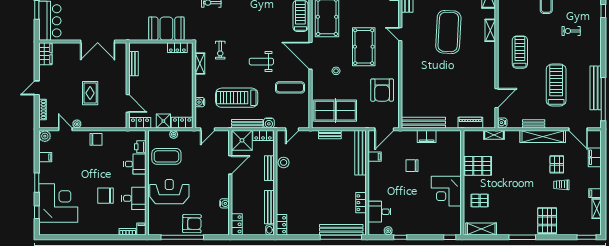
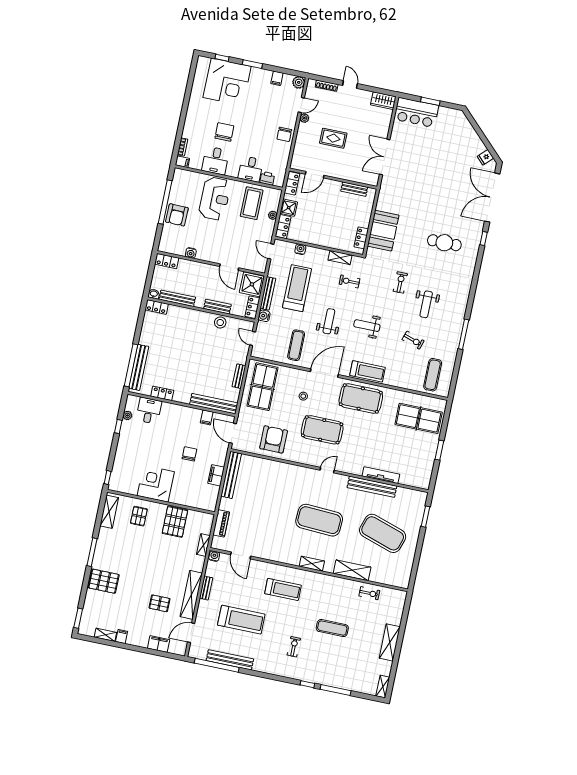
weight bench: (258, 25) -> (367, 326), added
armchair: (382, 90) -> (274, 439), turned 90
trolley: (561, 185) -> (137, 604), removed

